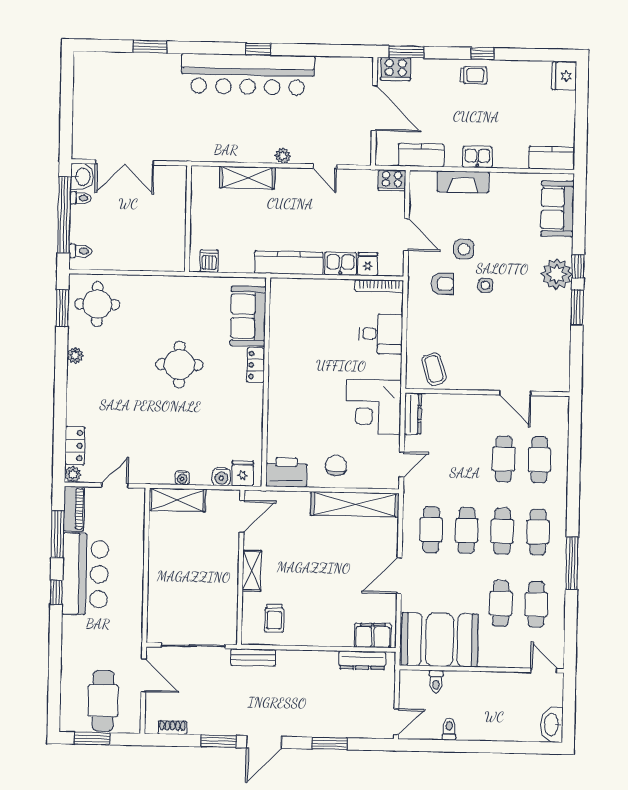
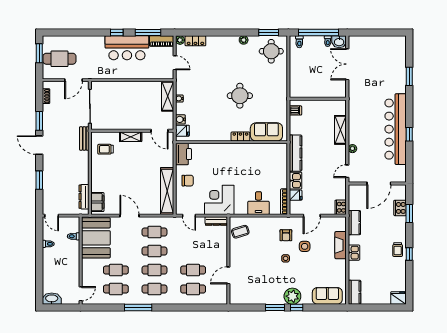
door: (374, 108) -> (379, 184), moved
wall: (374, 111) -> (377, 184), moved

